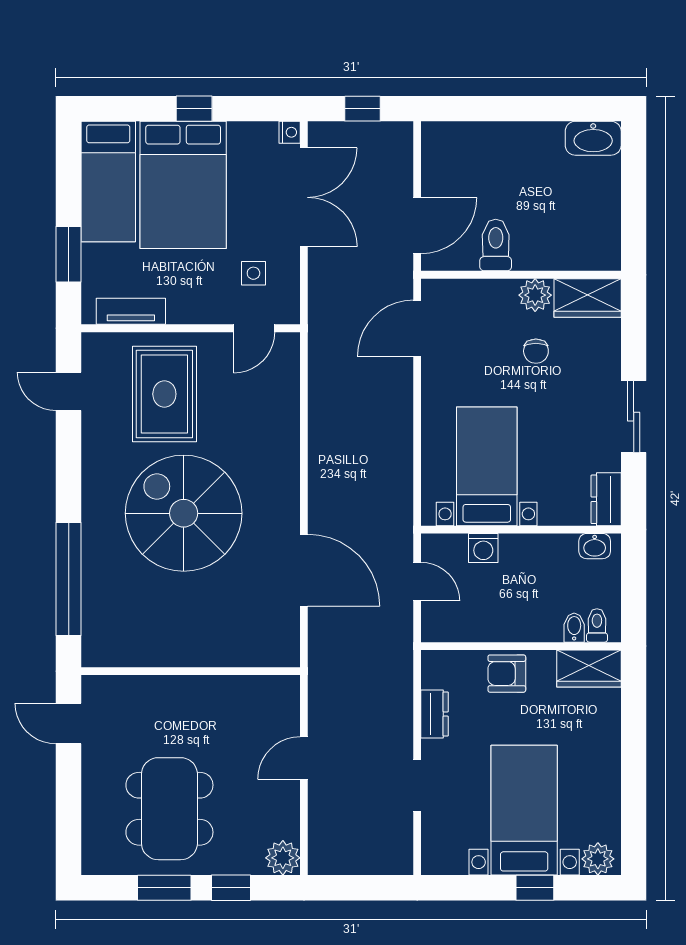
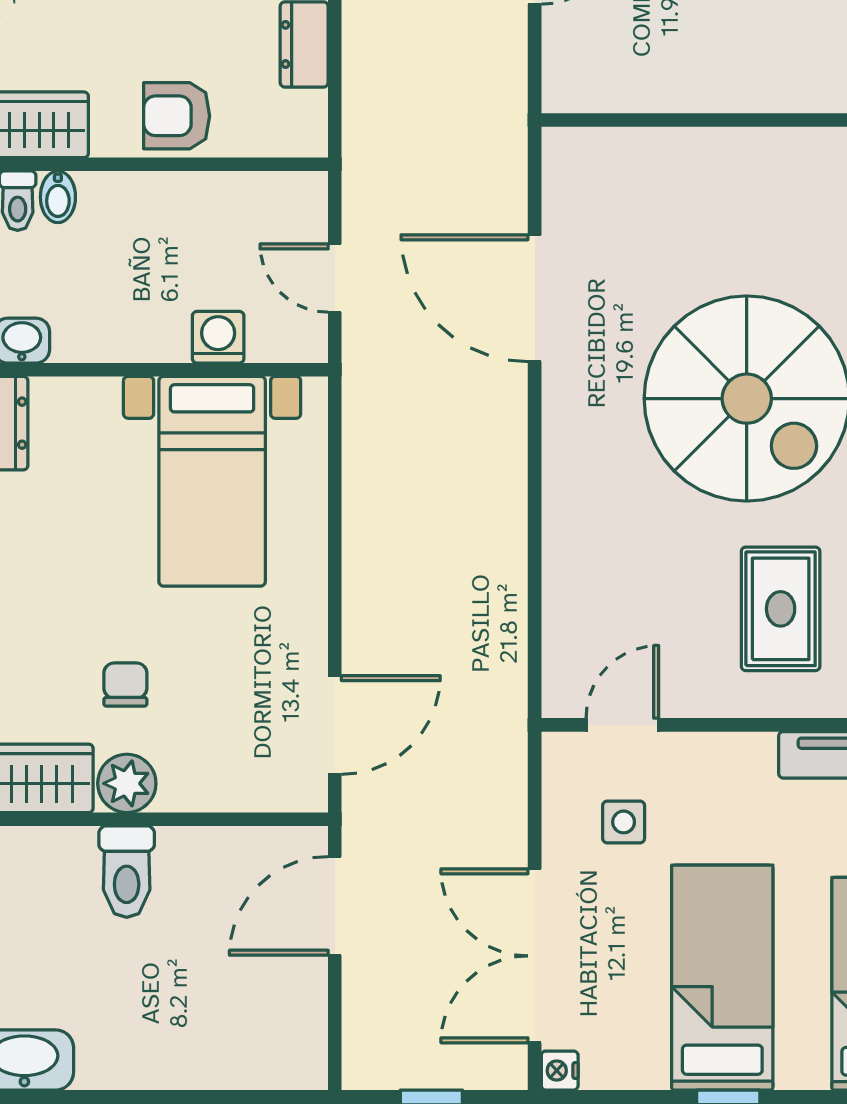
bed: (183, 185) -> (722, 978), width x0.67
toilet: (496, 245) -> (127, 872), moved
rug: (164, 394) -> (781, 609), width x0.73, depth x0.70
armchair: (507, 674) -> (177, 116), turned 180

